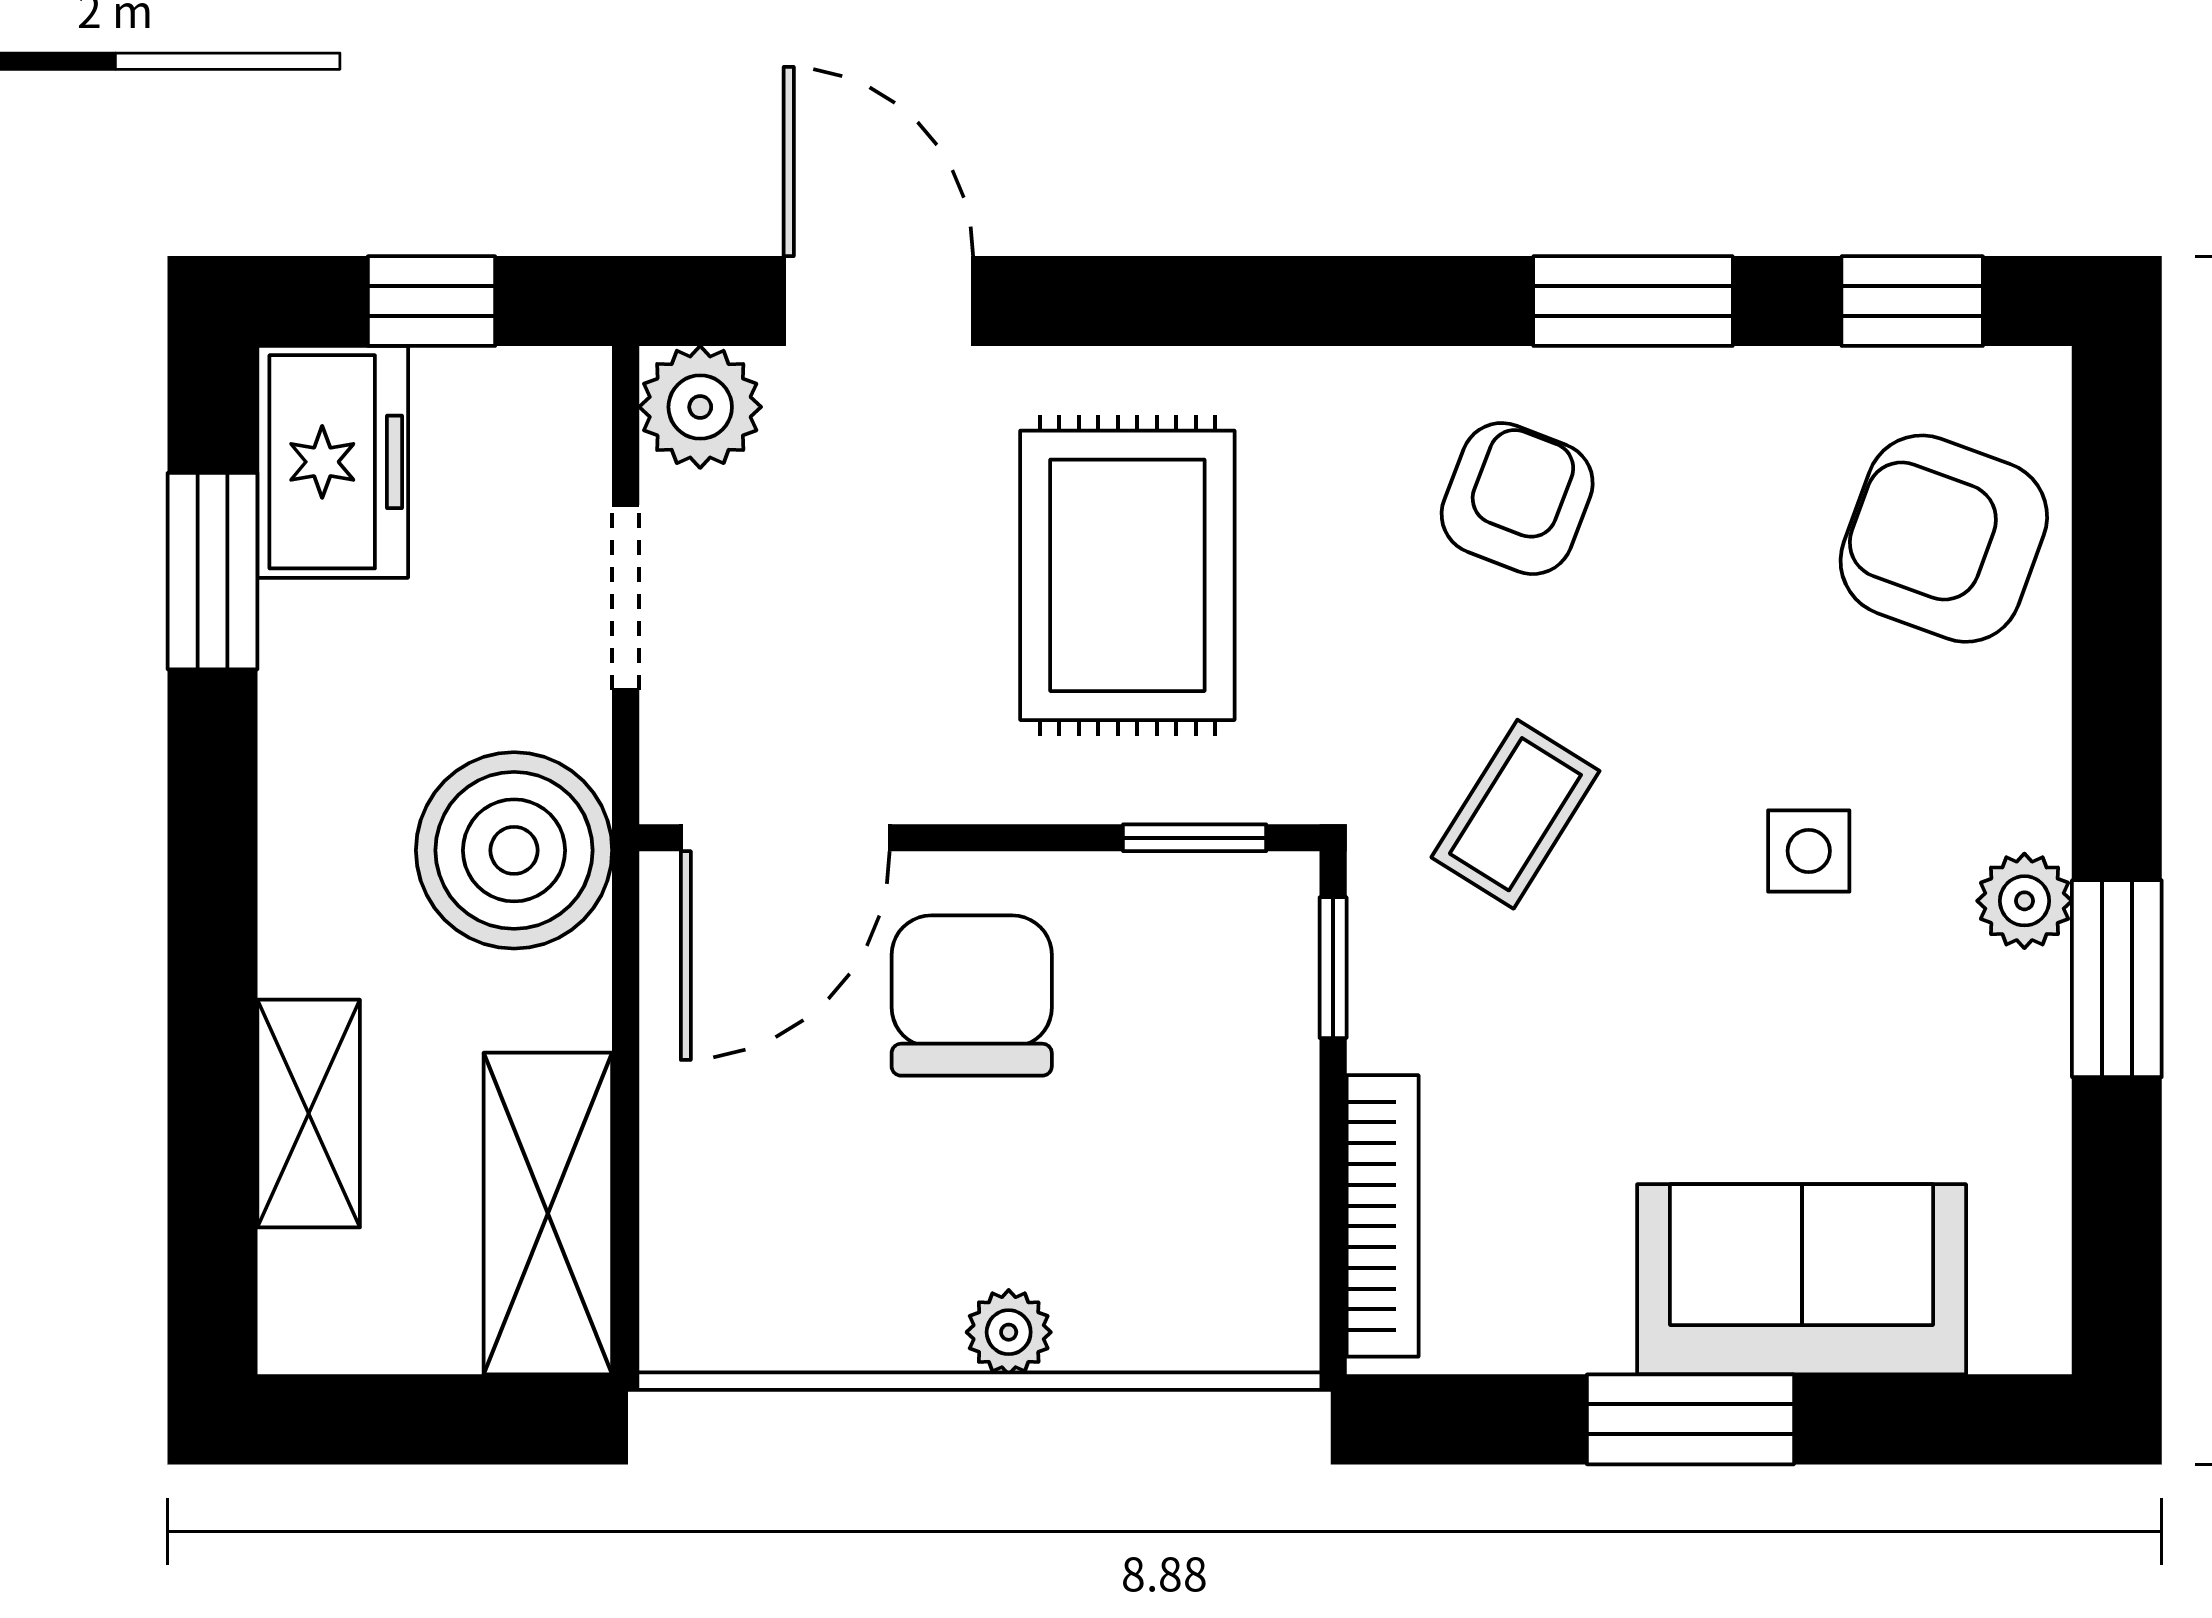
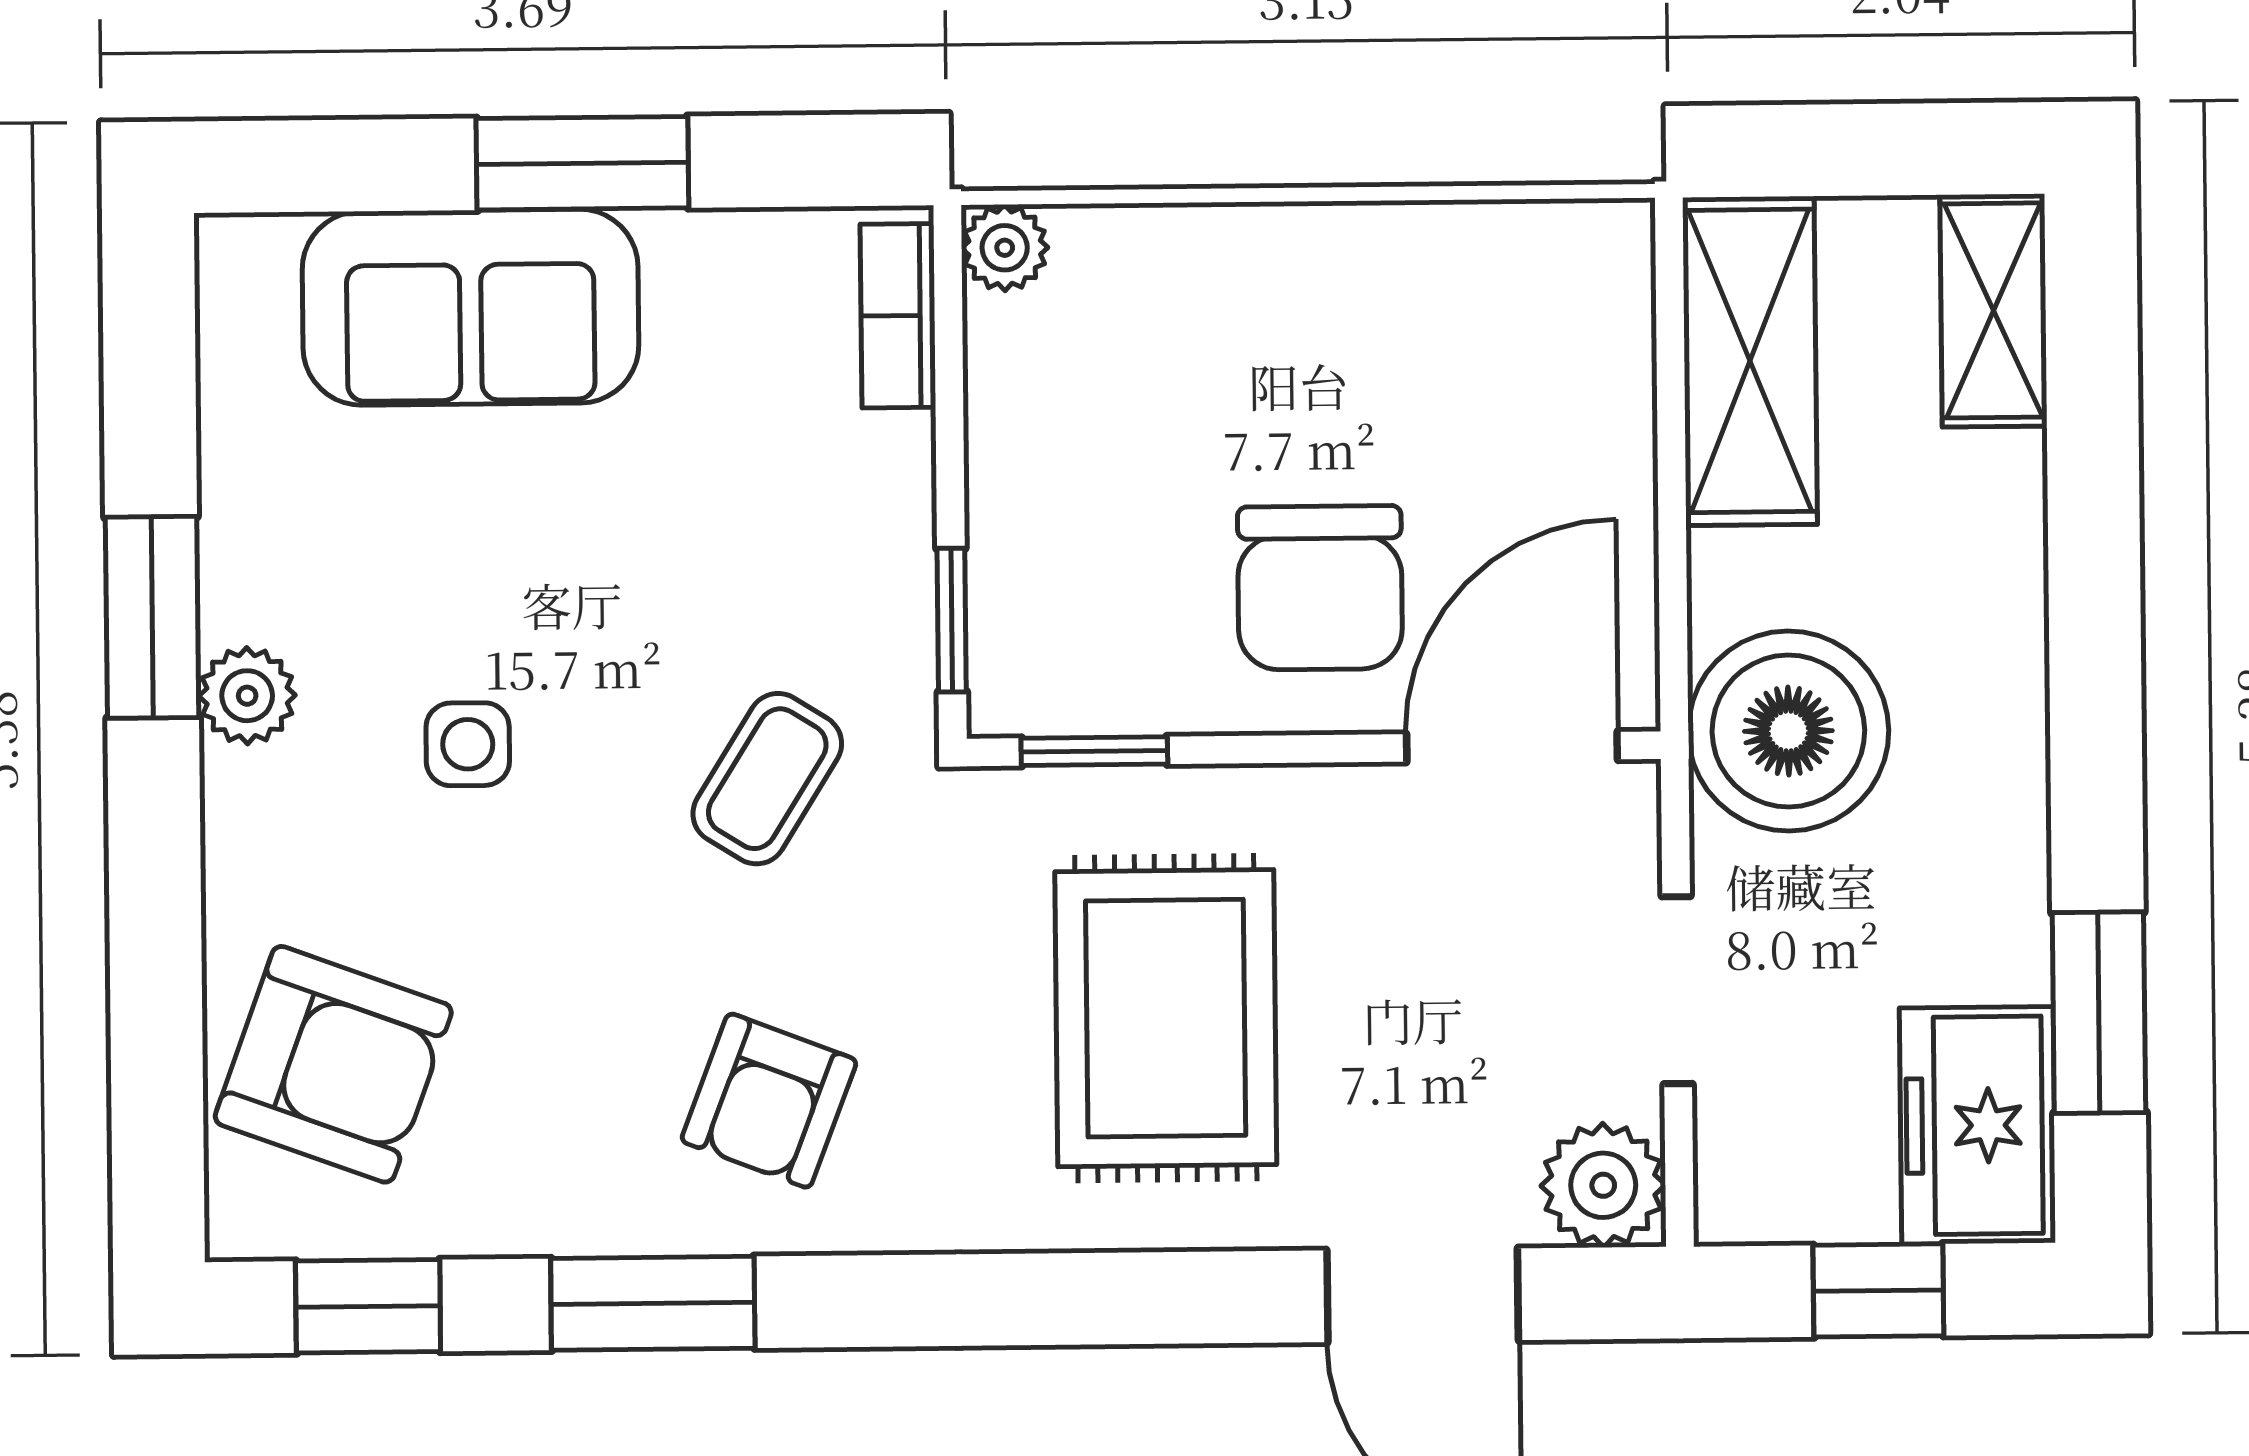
shelving: (309, 1114) -> (1993, 310), moved
bookcase: (1383, 1216) -> (898, 316), width x0.64
plant: (1009, 1332) -> (1005, 248), moved

